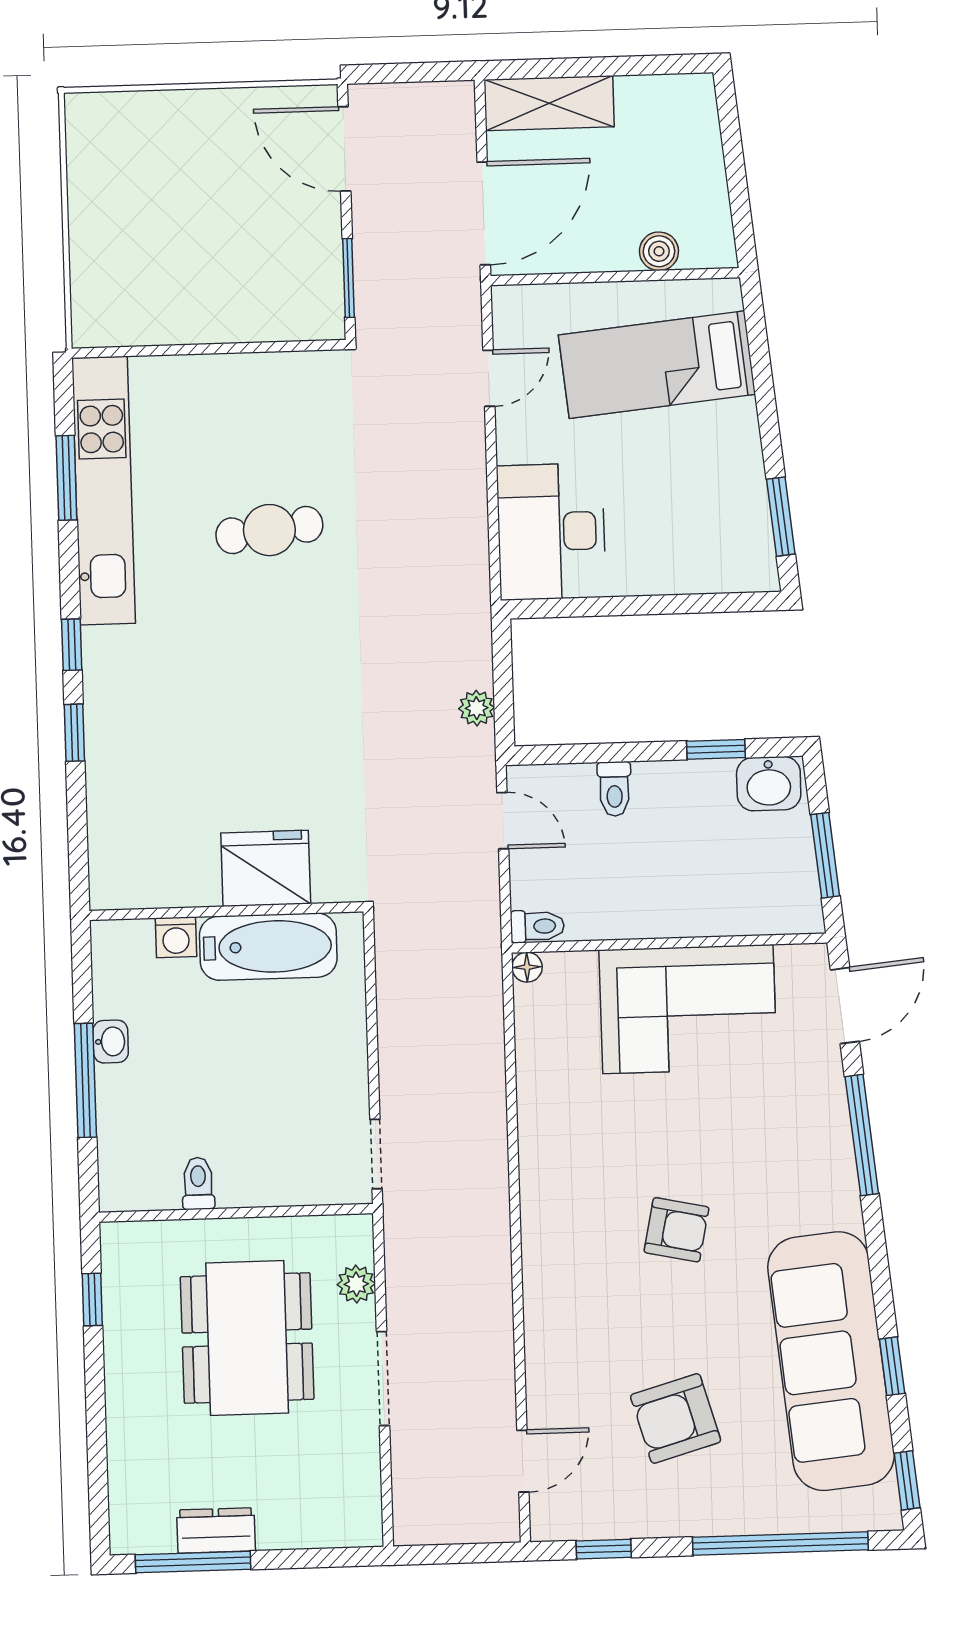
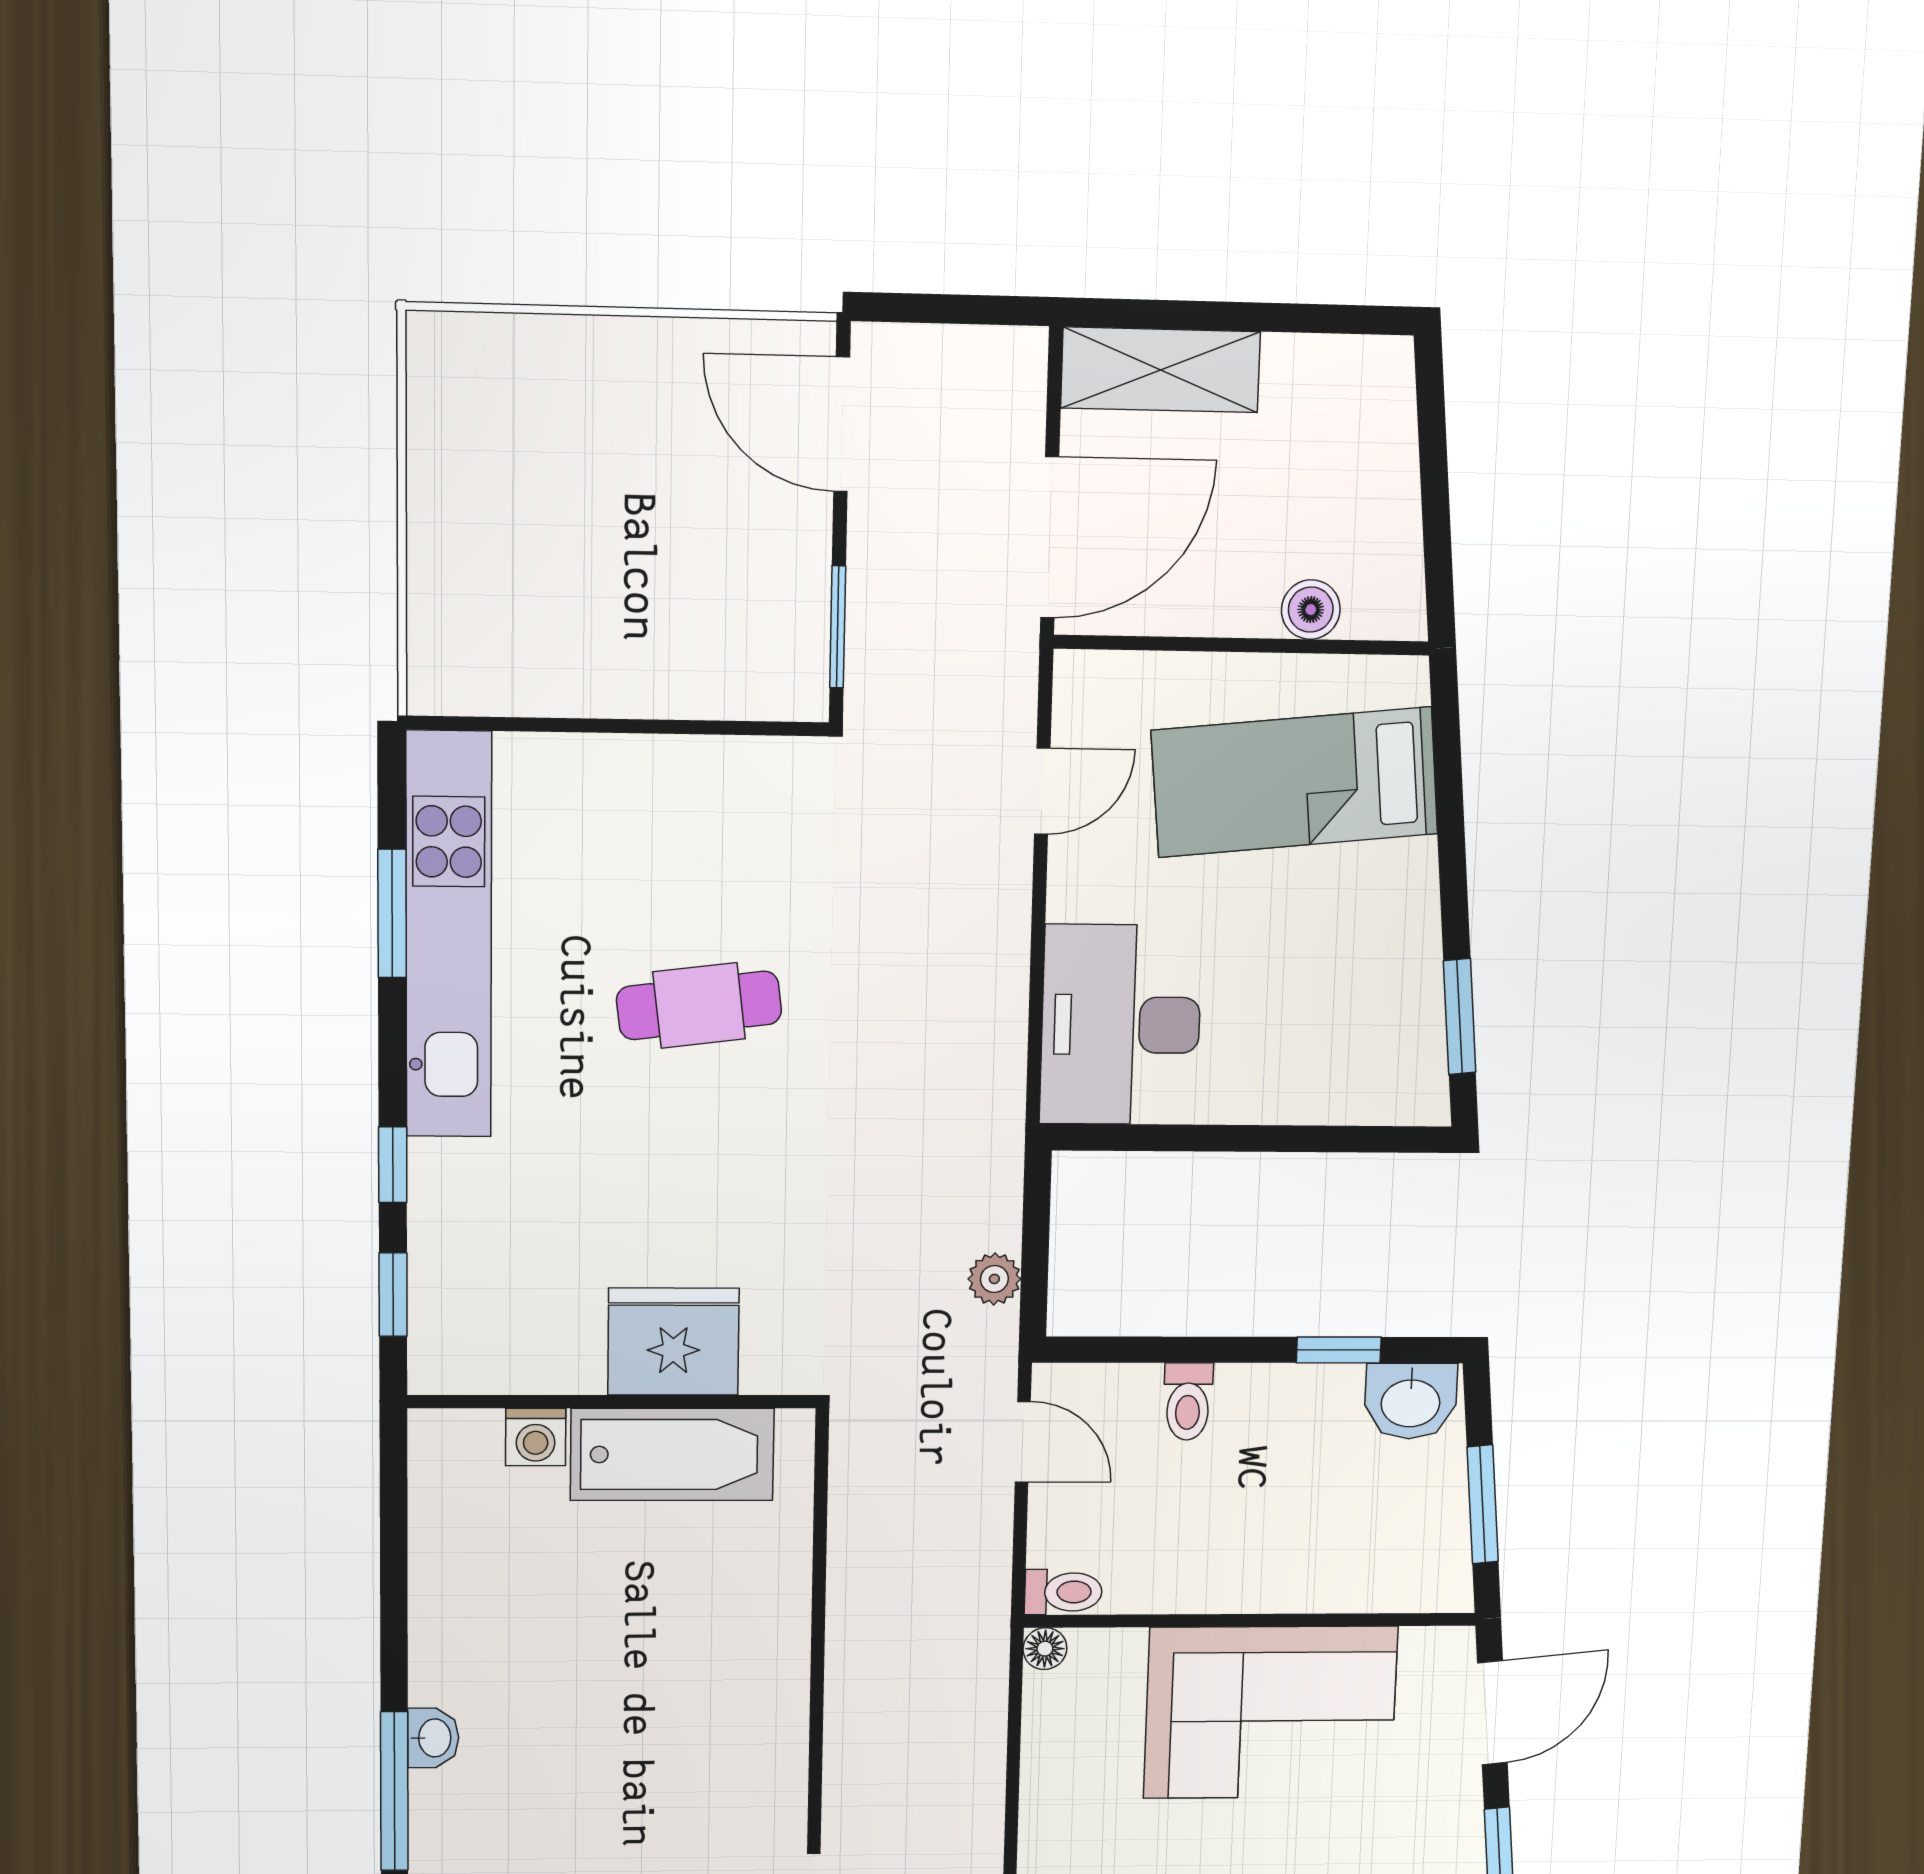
fridge: (266, 868) -> (673, 1342), moved
wall: (226, 911) -> (612, 1402), moved
washing machine: (176, 937) -> (536, 1437), moved
bathtub: (268, 947) -> (672, 1454), moved

